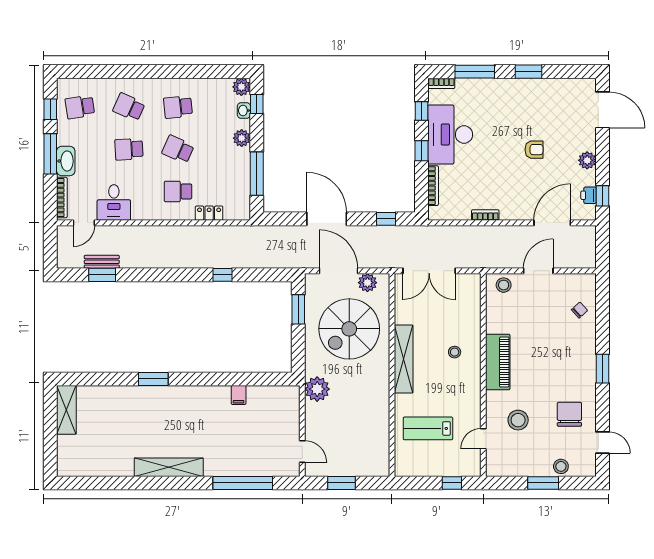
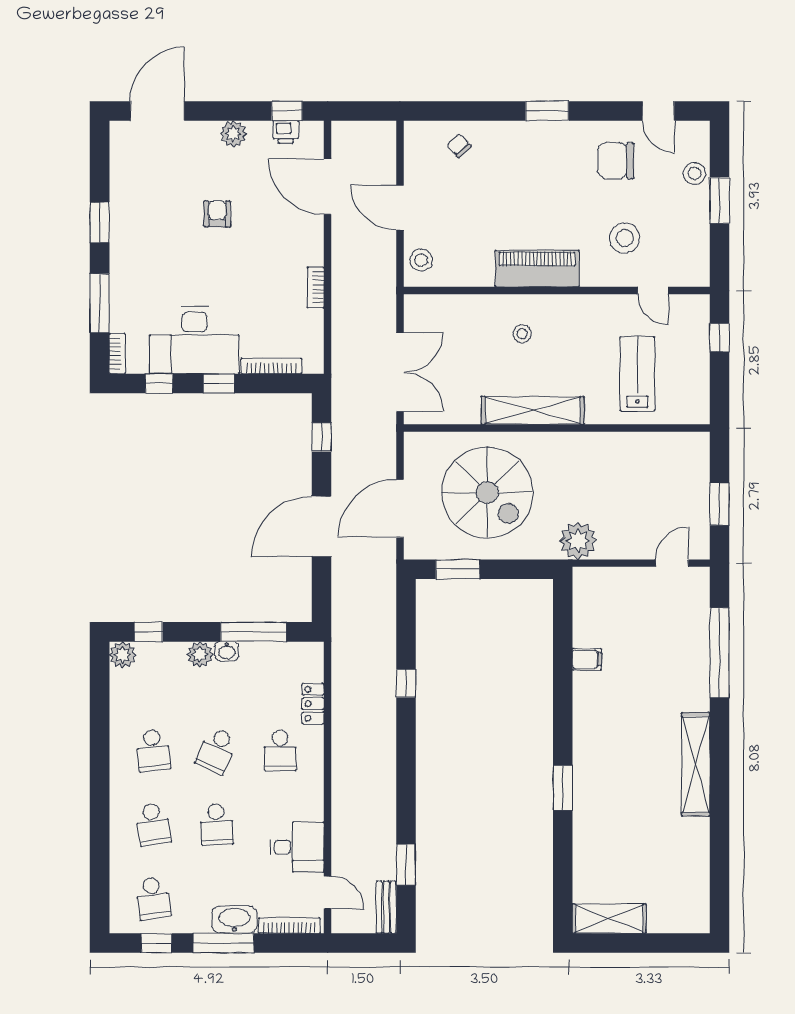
school desk: (129, 107) -> (153, 824), turned -33
washbasin: (244, 110) -> (227, 651), moved
bench: (102, 262) -> (386, 907), moved
plant: (367, 283) -> (418, 465), removed
lab bench: (428, 428) -> (637, 374), turned 180
door: (602, 442) -> (658, 111), swing flipped

